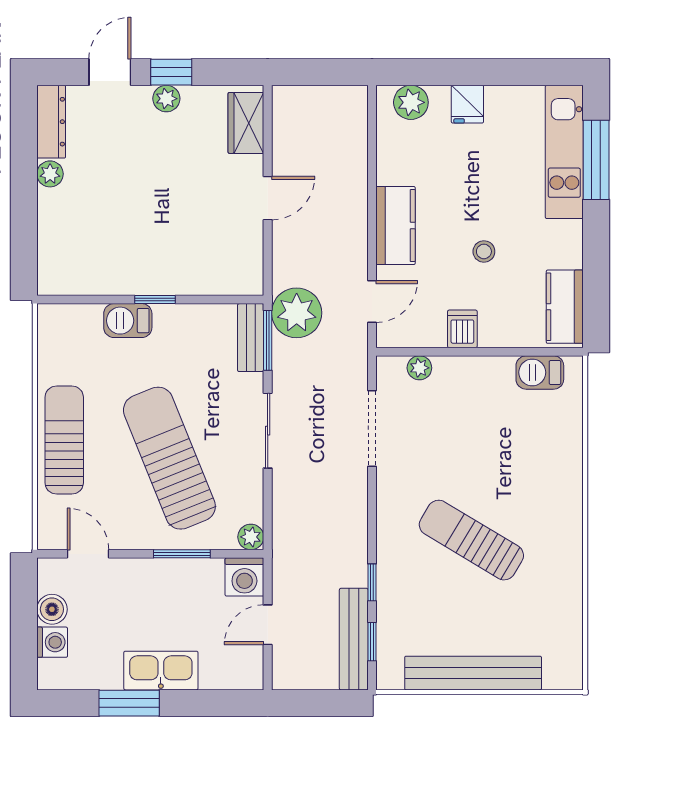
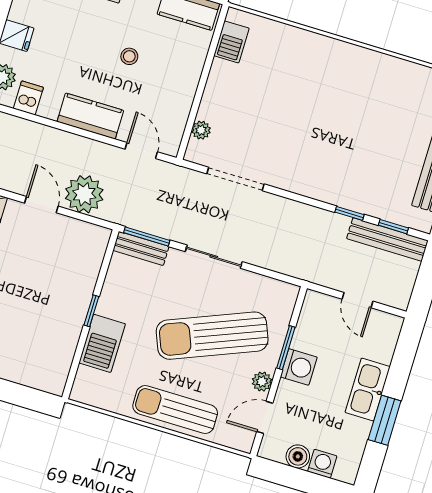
plant: (297, 313) -> (84, 194), moved
barbecue: (128, 321) -> (102, 343), width x1.38, depth x1.27
dishwasher: (462, 329) -> (28, 98), moved, turned 90
plant: (251, 537) -> (262, 382), moved
sun lounger: (471, 540) -> (340, 130), removed
washing machine: (244, 577) -> (299, 367), moved

